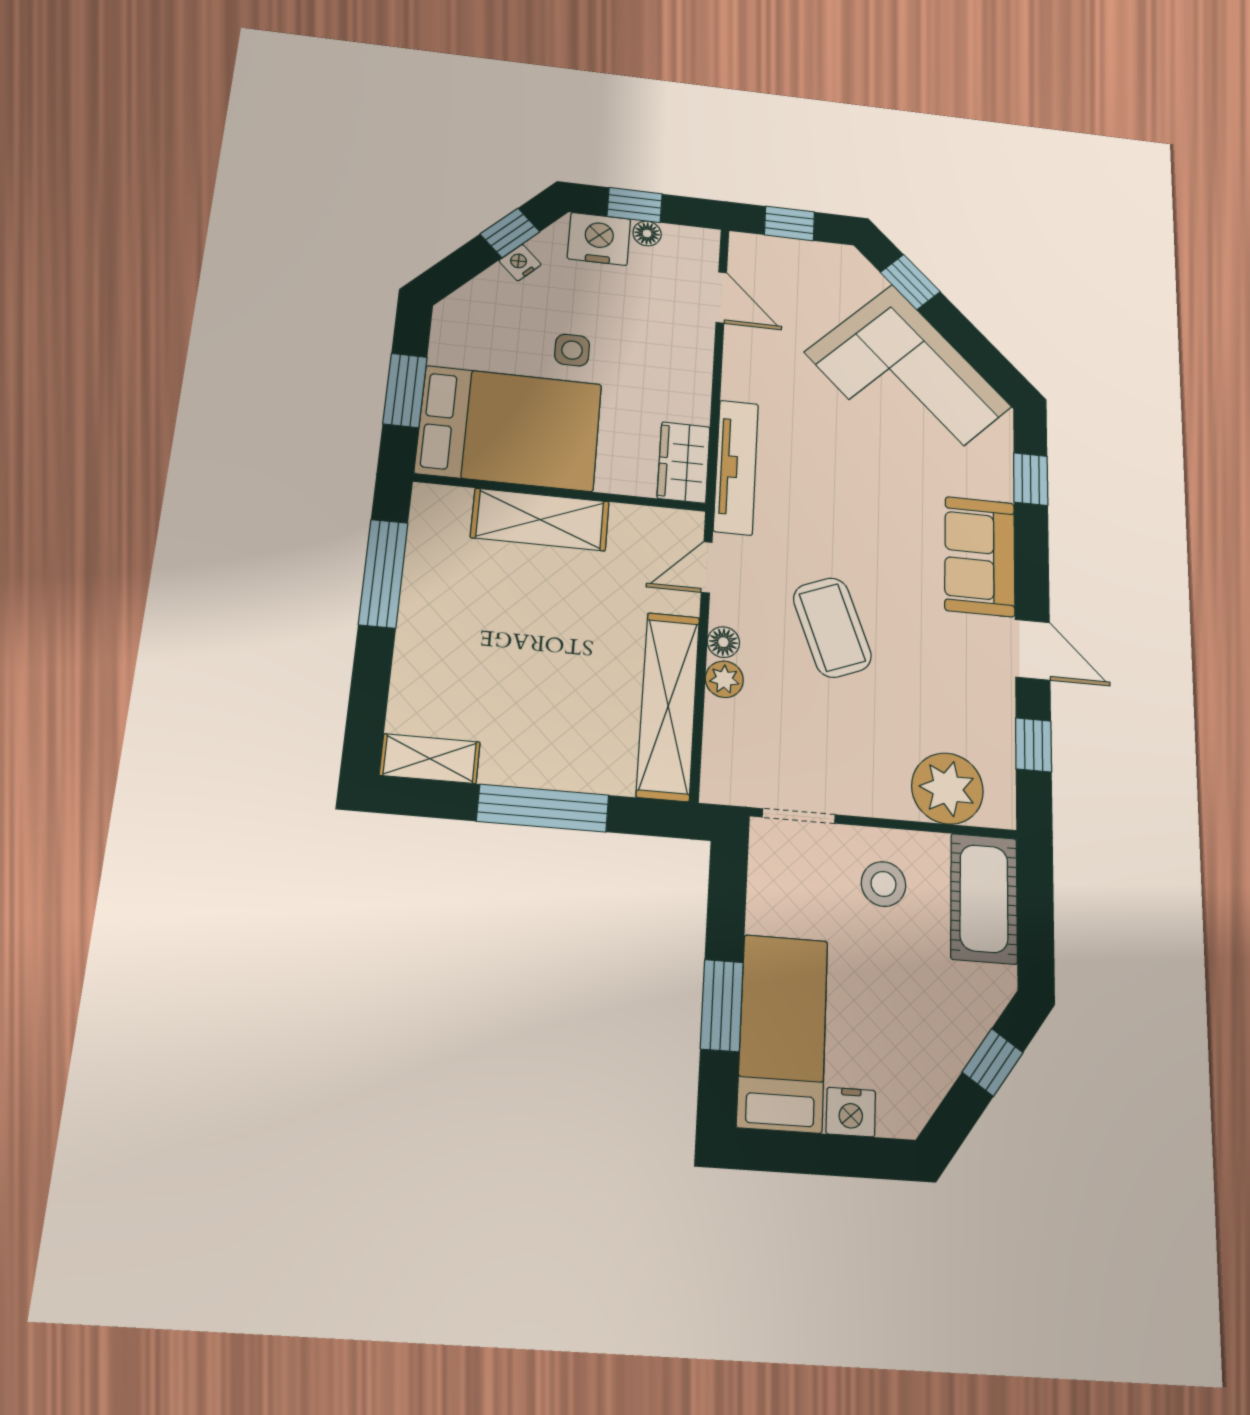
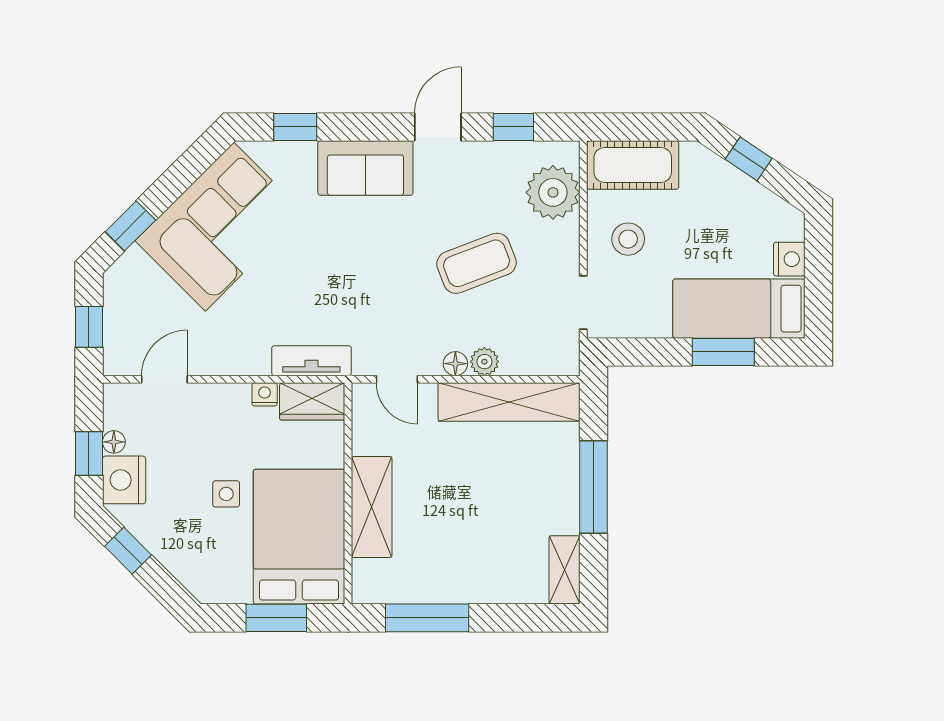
nightstand: (520, 263) -> (265, 394), moved, turned 135
tv unit: (736, 467) -> (311, 361), width x0.71
coffee table: (832, 627) -> (477, 263), moved

